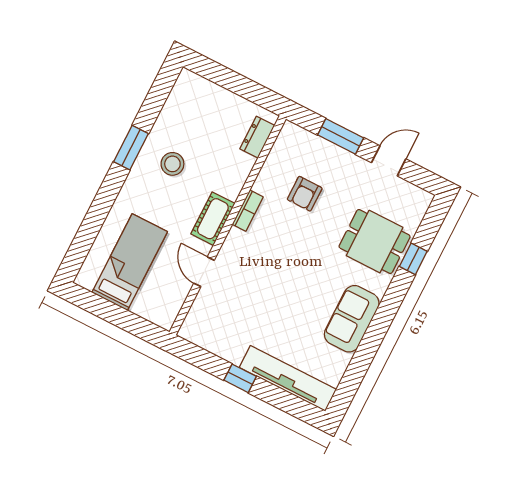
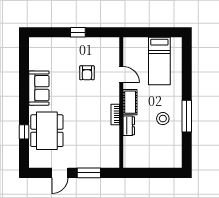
dresser: (257, 137) -> (129, 126), moved
window: (131, 148) -> (187, 116), width x1.44
armchair: (305, 194) -> (87, 73), moved, turned 180
dining table: (375, 242) -> (47, 131), width x1.38
tv unit: (288, 378) -> (55, 44), removed

